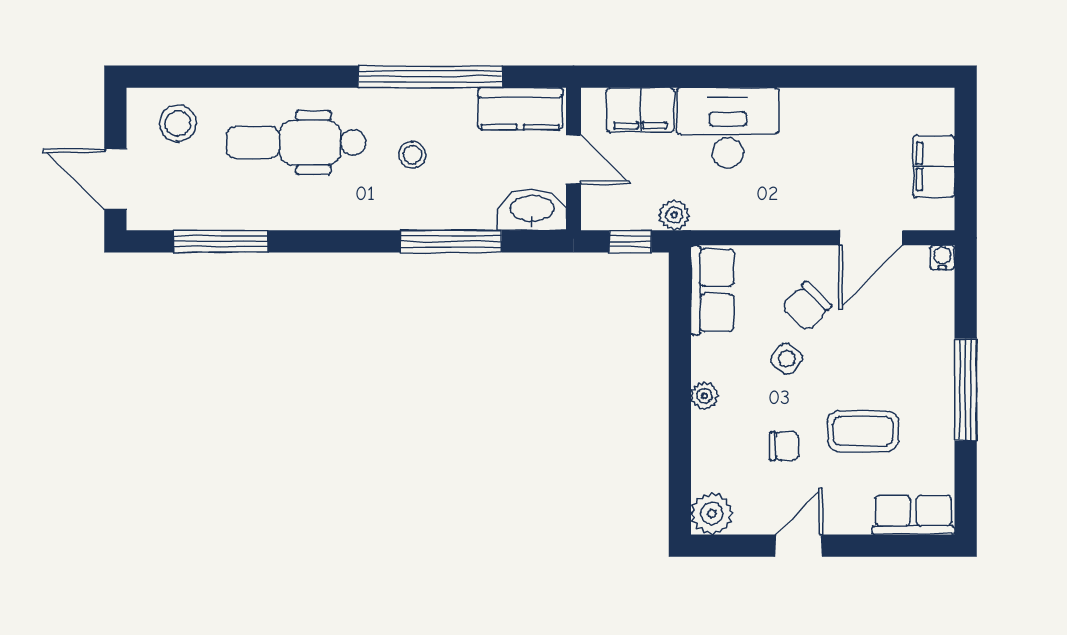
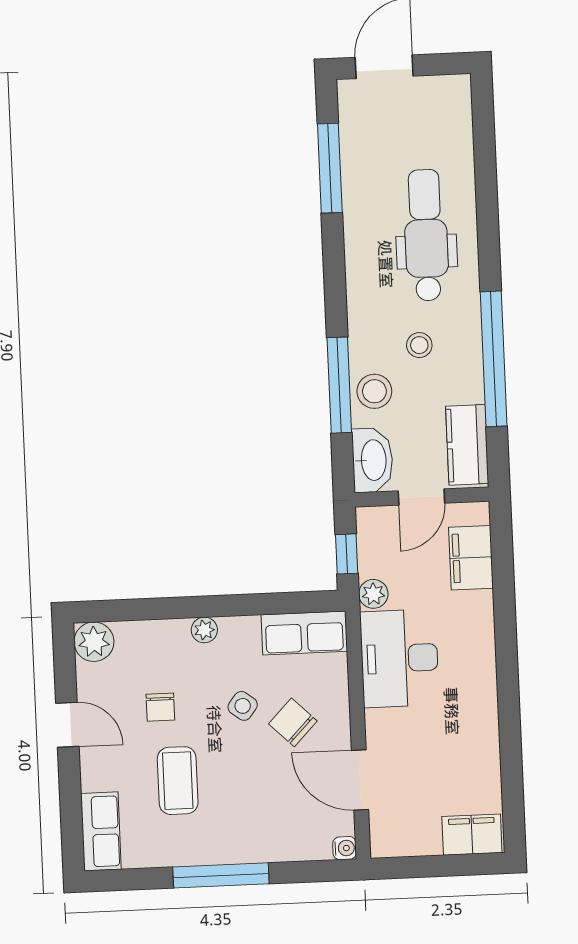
stool: (178, 123) -> (374, 391), moved
desk: (728, 128) -> (399, 658), moved, turned 180
filing cabinet: (934, 166) -> (472, 835), moved

